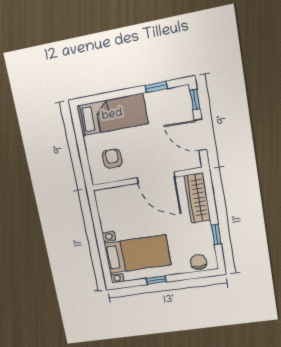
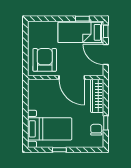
bed: (112, 115) -> (81, 32), moved, turned 180
armchair: (112, 159) -> (45, 60), width x1.88, depth x1.88
chair: (199, 262) -> (96, 130), moved

